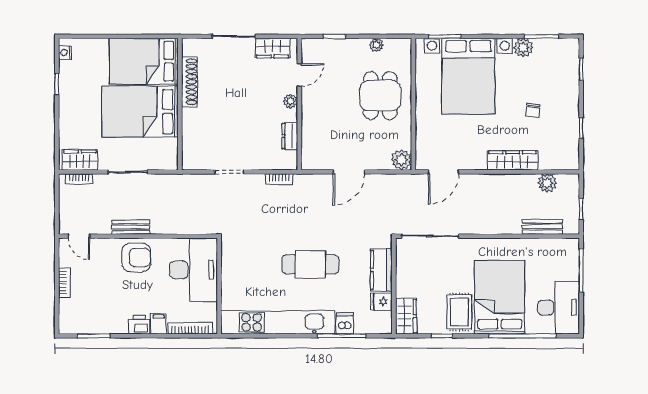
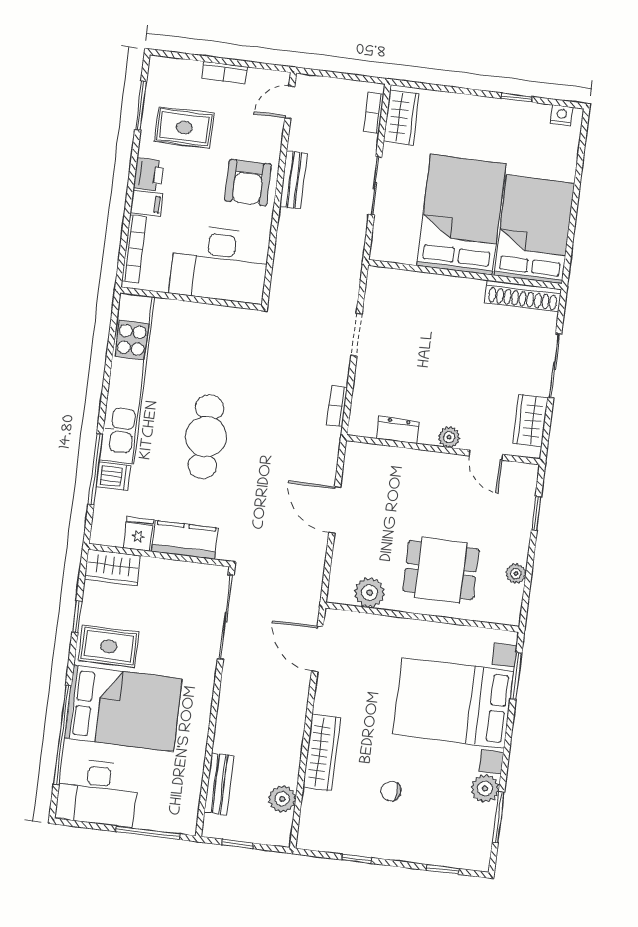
shoe rack: (189, 82) -> (523, 296), moved
plant: (401, 160) -> (369, 593), moved
rug: (105, 305) -> (184, 127), added

